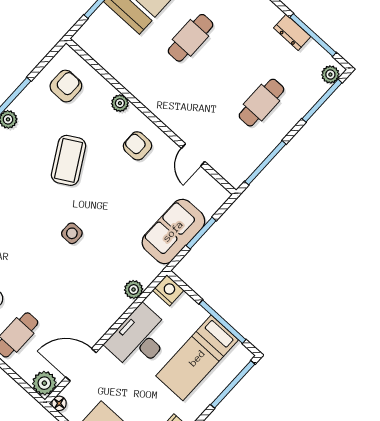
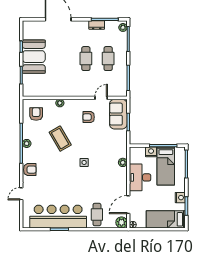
cafe table: (191, 38) -> (86, 59), moved
armchair: (137, 146) -> (89, 117), moved
door: (193, 155) -> (101, 98), swing flipped
sofa: (173, 231) -> (118, 114), moved
nightstand: (168, 290) -> (151, 152), moved

